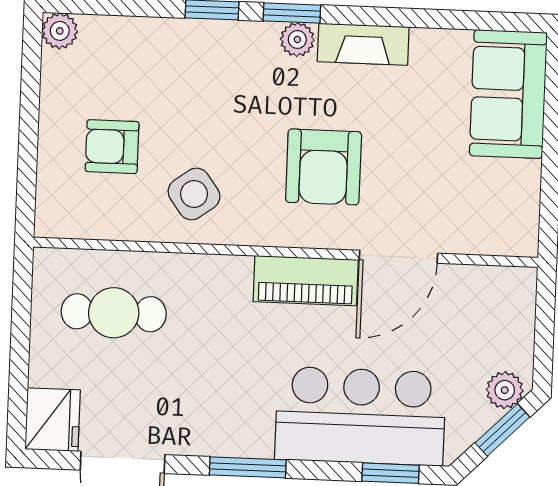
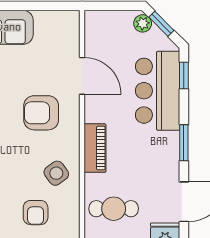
armchair: (324, 167) -> (41, 113), turned 180
piano: (306, 281) -> (95, 148), moved
cafe table: (114, 313) -> (114, 209), turned 90

